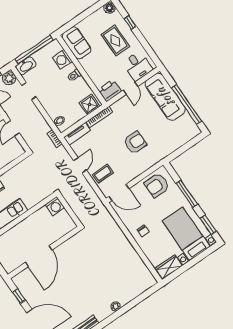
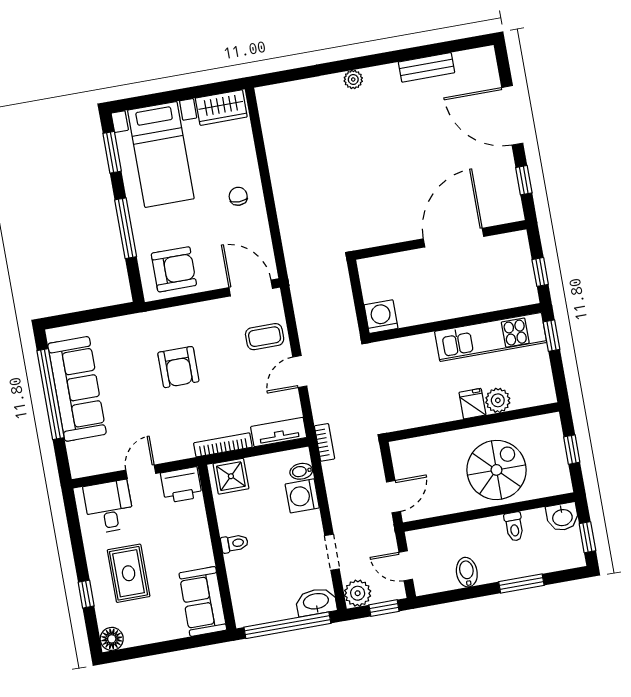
washing machine: (62, 60) -> (302, 496), moved, turned 180
sofa: (165, 97) -> (77, 389), moved
armchair: (135, 143) -> (178, 367), turned -90

